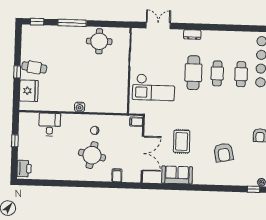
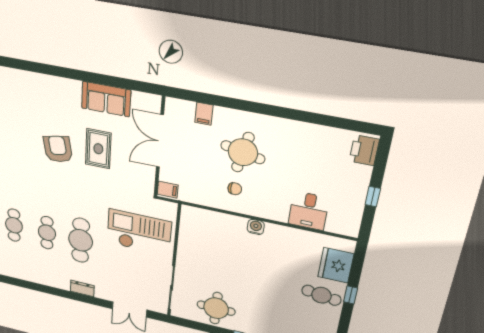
armchair: (224, 152) -> (58, 149), moved

